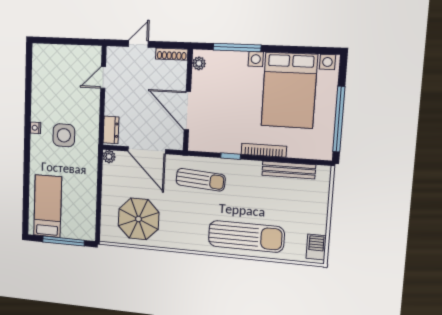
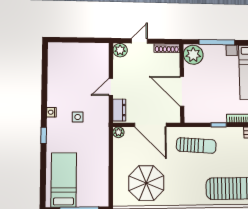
plant: (115, 55) -> (120, 50), added
plant: (199, 63) -> (193, 55), width x1.88, depth x1.88
door: (103, 77) -> (111, 87), moved
side table: (64, 135) -> (78, 117), width x0.54, depth x0.54
window: (27, 154) -> (44, 135), added

